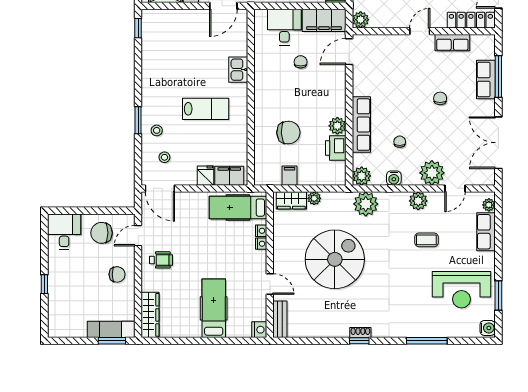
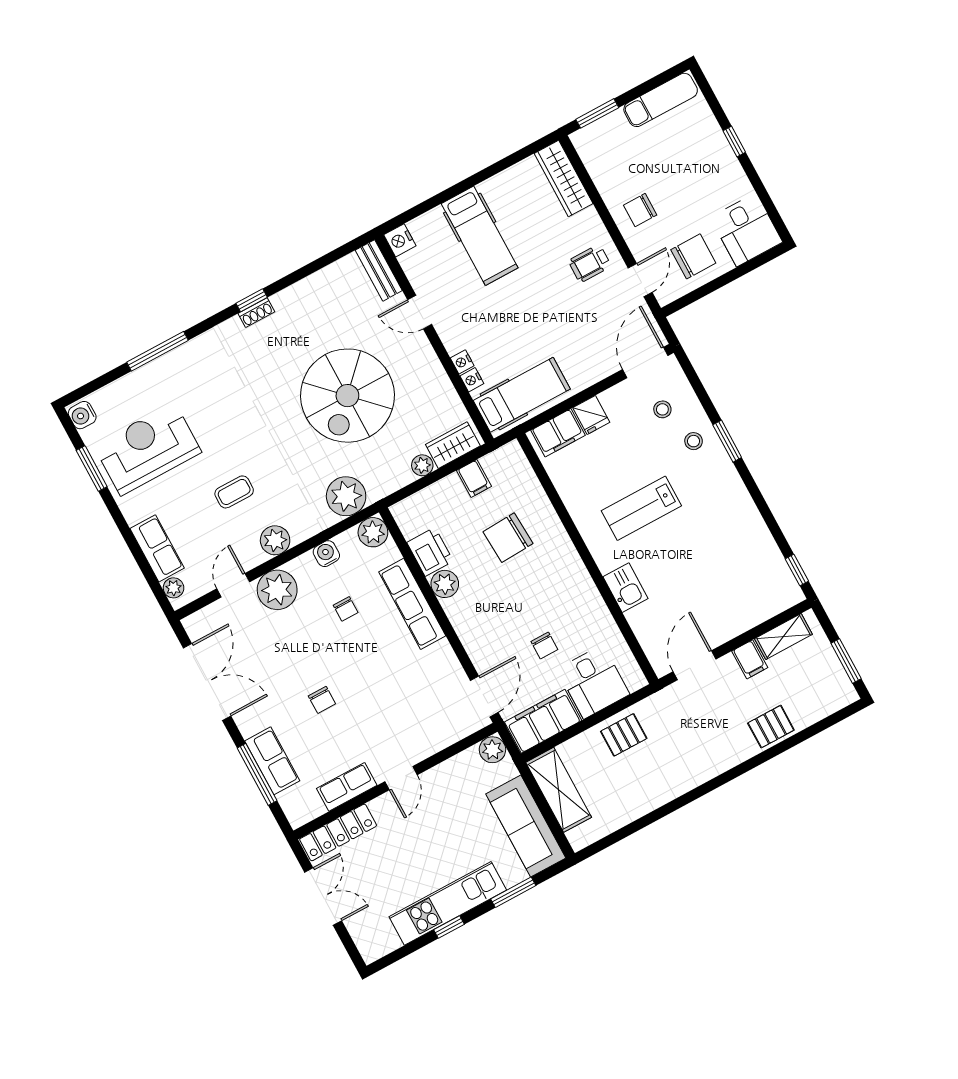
door: (160, 188) -> (645, 363), hinge flipped
exam couch: (111, 329) -> (661, 100), moved

